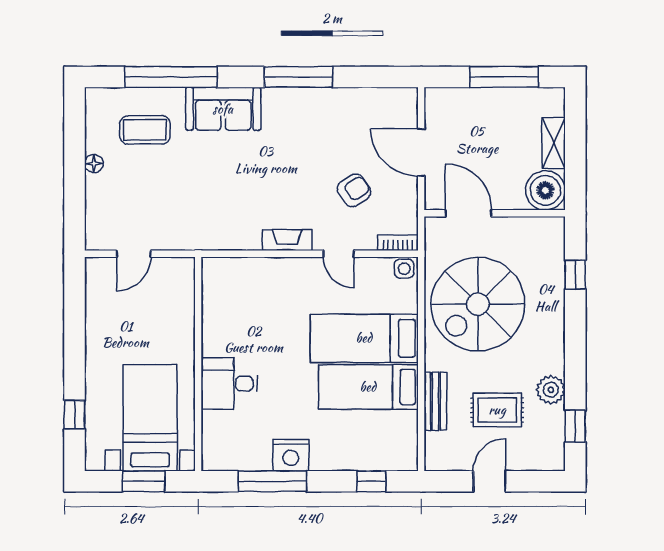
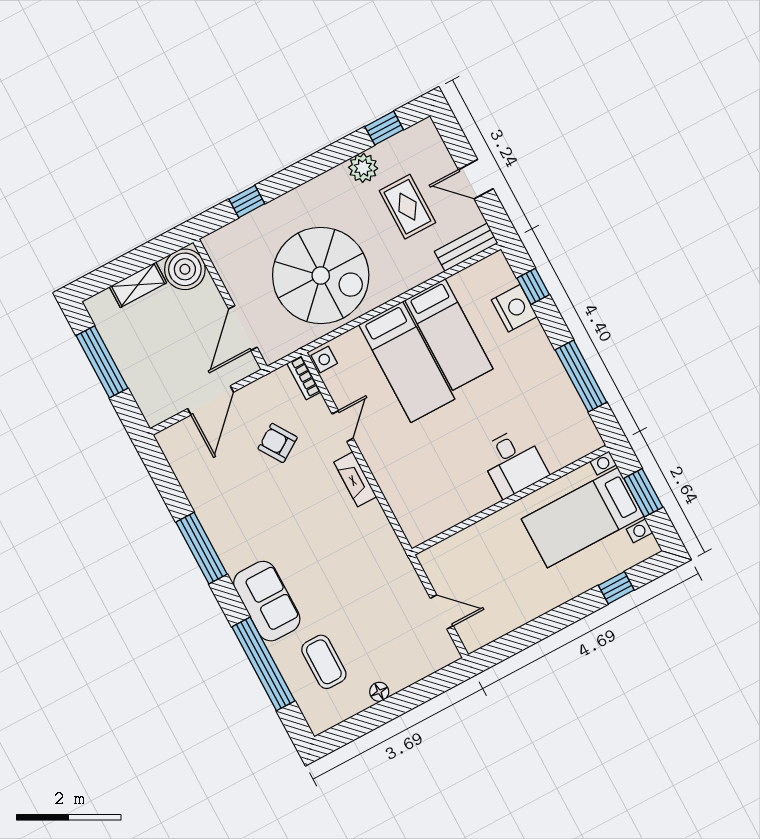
bench: (435, 401) -> (466, 247), moved
nightstand: (291, 455) -> (514, 308), moved

